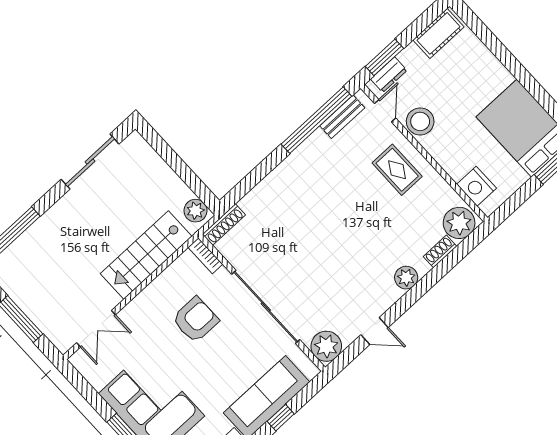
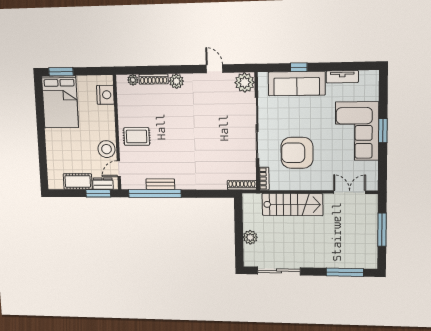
cot: (438, 33) -> (78, 181), moved
bench: (342, 117) -> (160, 184), moved
rug: (397, 170) -> (137, 136), turned 90
plant: (196, 211) -> (250, 237), moved
plant: (459, 223) -> (133, 80), width x0.53, depth x0.53
shoe rack: (440, 251) -> (154, 79), width x1.43
armchair: (195, 320) -> (297, 153), width x1.36, depth x1.36

